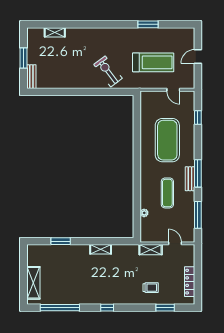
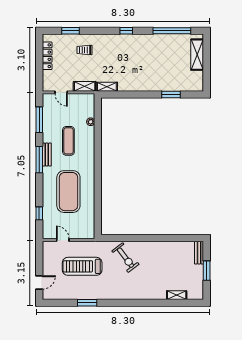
door: (198, 56) -> (39, 282), moved
shelving: (101, 249) -> (107, 87), moved

